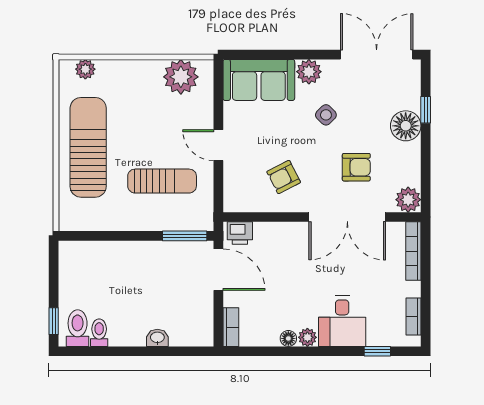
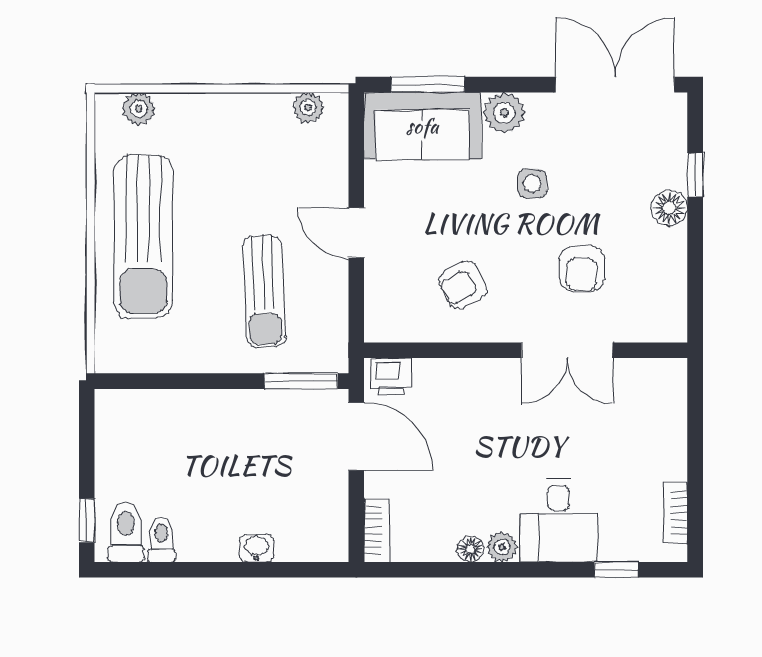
window: (262, 55) -> (428, 85), added
plant: (181, 77) -> (308, 108), width x0.53, depth x0.53
side table: (326, 115) -> (532, 183), turned 45
floor lamp: (406, 126) -> (669, 208), width x0.73, depth x0.73
sun lounger: (88, 147) -> (143, 236), turned 180
armchair: (356, 167) -> (582, 269), turned 90
sun lounger: (162, 181) -> (264, 291), turned 88
plant: (408, 200) -> (667, 322), removed
double door: (347, 217) -> (567, 350), width x0.73
bookcase: (413, 251) -> (675, 406), removed

